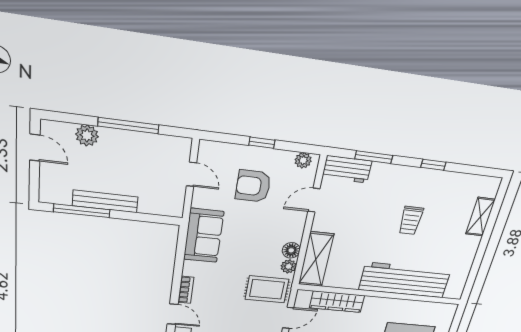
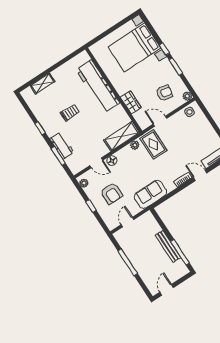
plant: (87, 135) -> (145, 274), removed
workbench: (347, 169) -> (62, 146), moved
floor lamp: (291, 250) -> (112, 161), moved
wardrobe: (337, 302) -> (131, 102), width x0.67
door: (173, 314) -> (200, 175), hinge flipped

